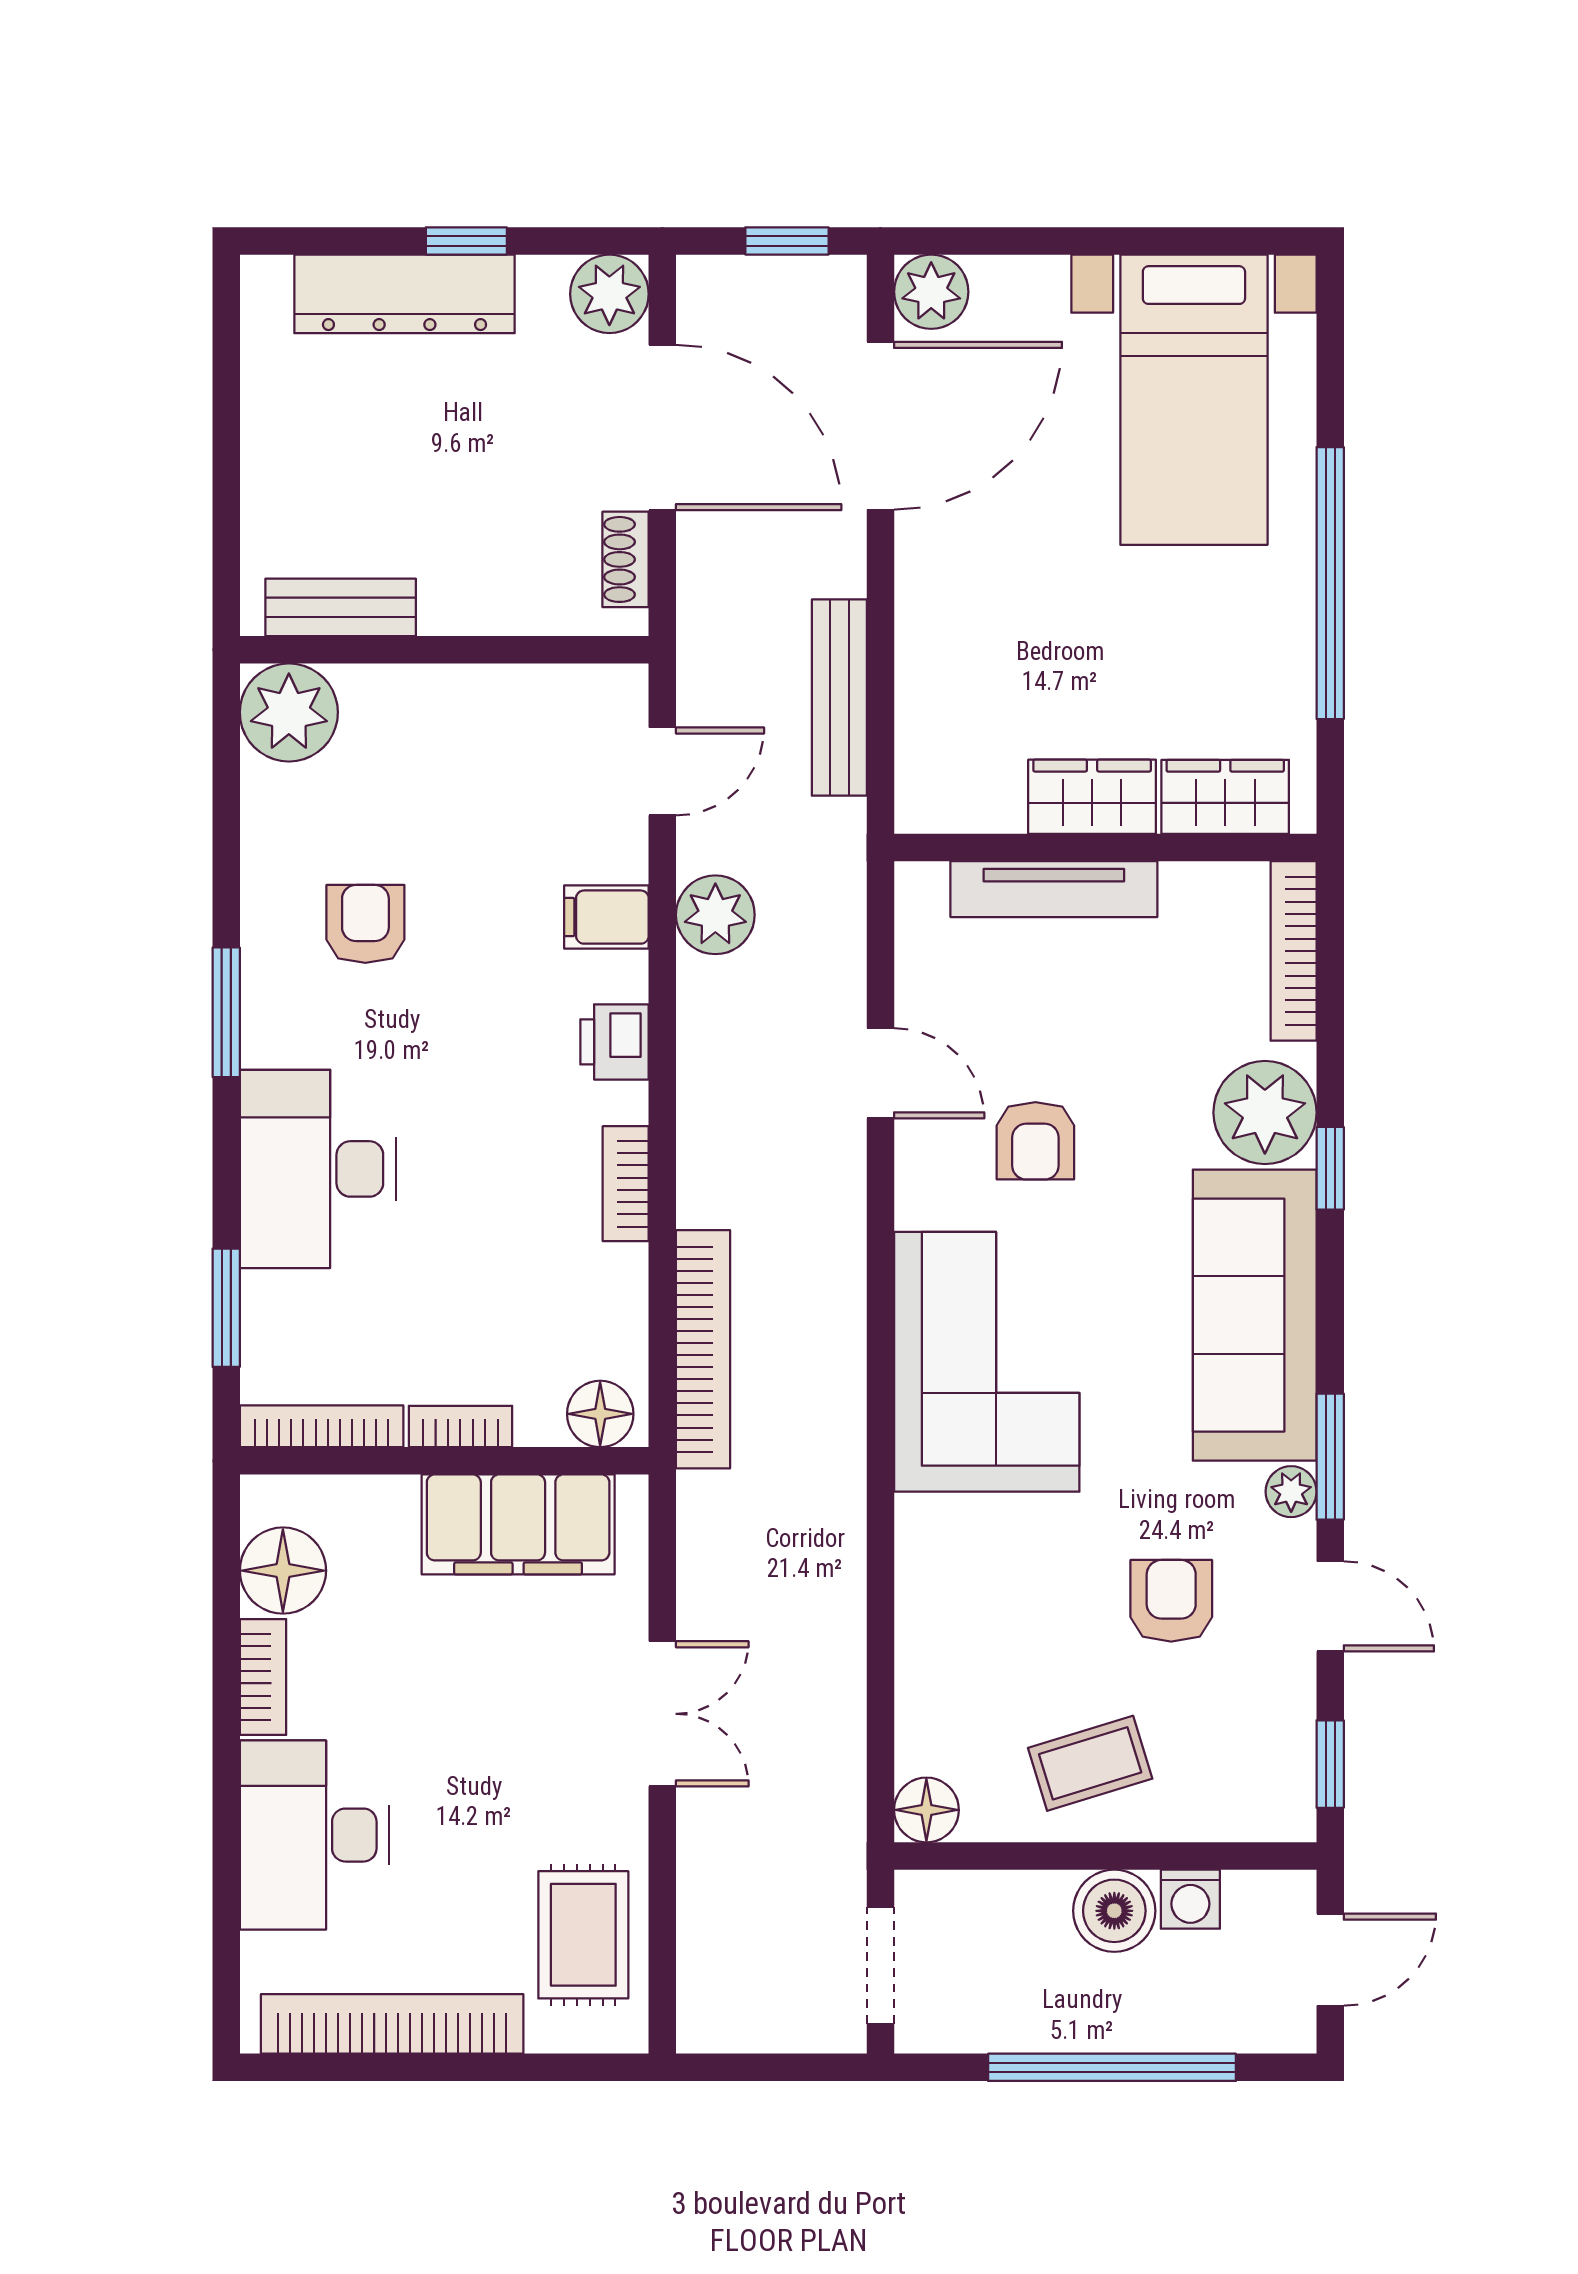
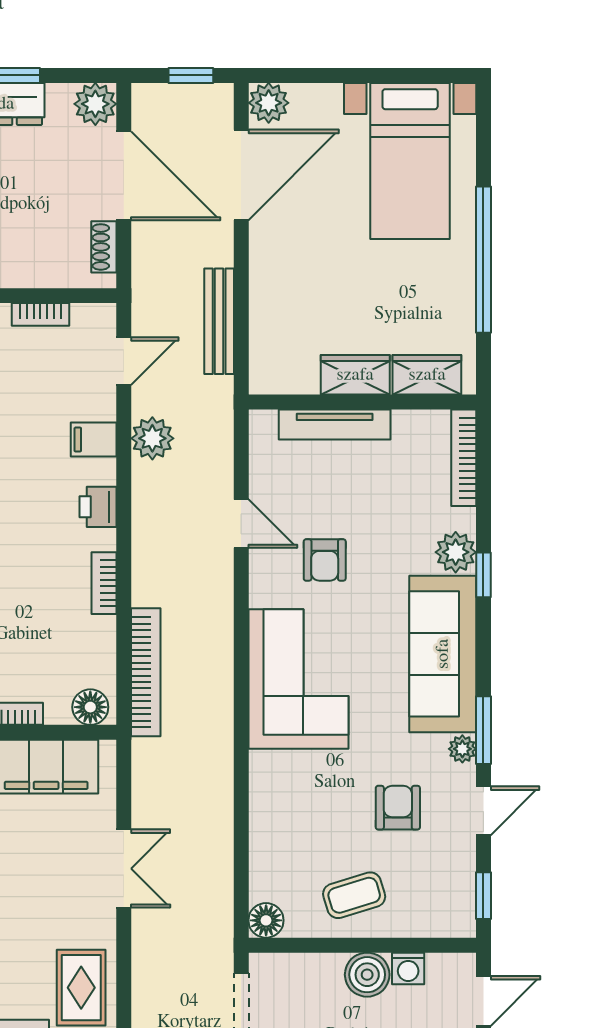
bookcase: (508, 685) -> (40, 314), added
plant: (1265, 1113) -> (456, 552), width x0.73, depth x0.73
door: (1330, 1606) -> (483, 811), hinge flipped

